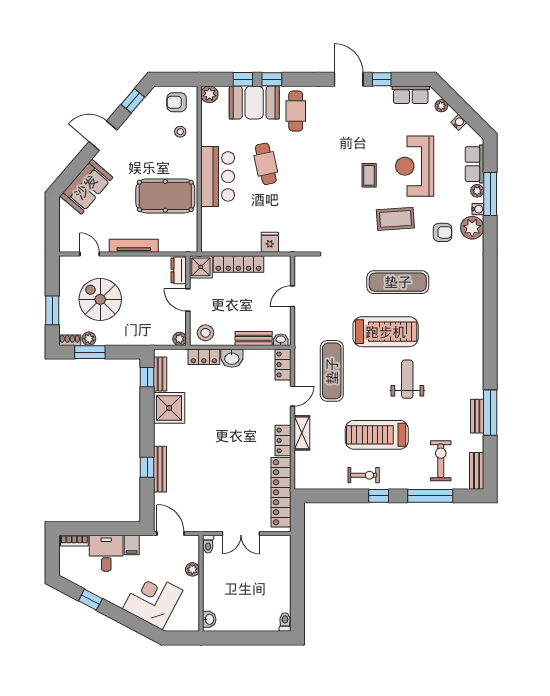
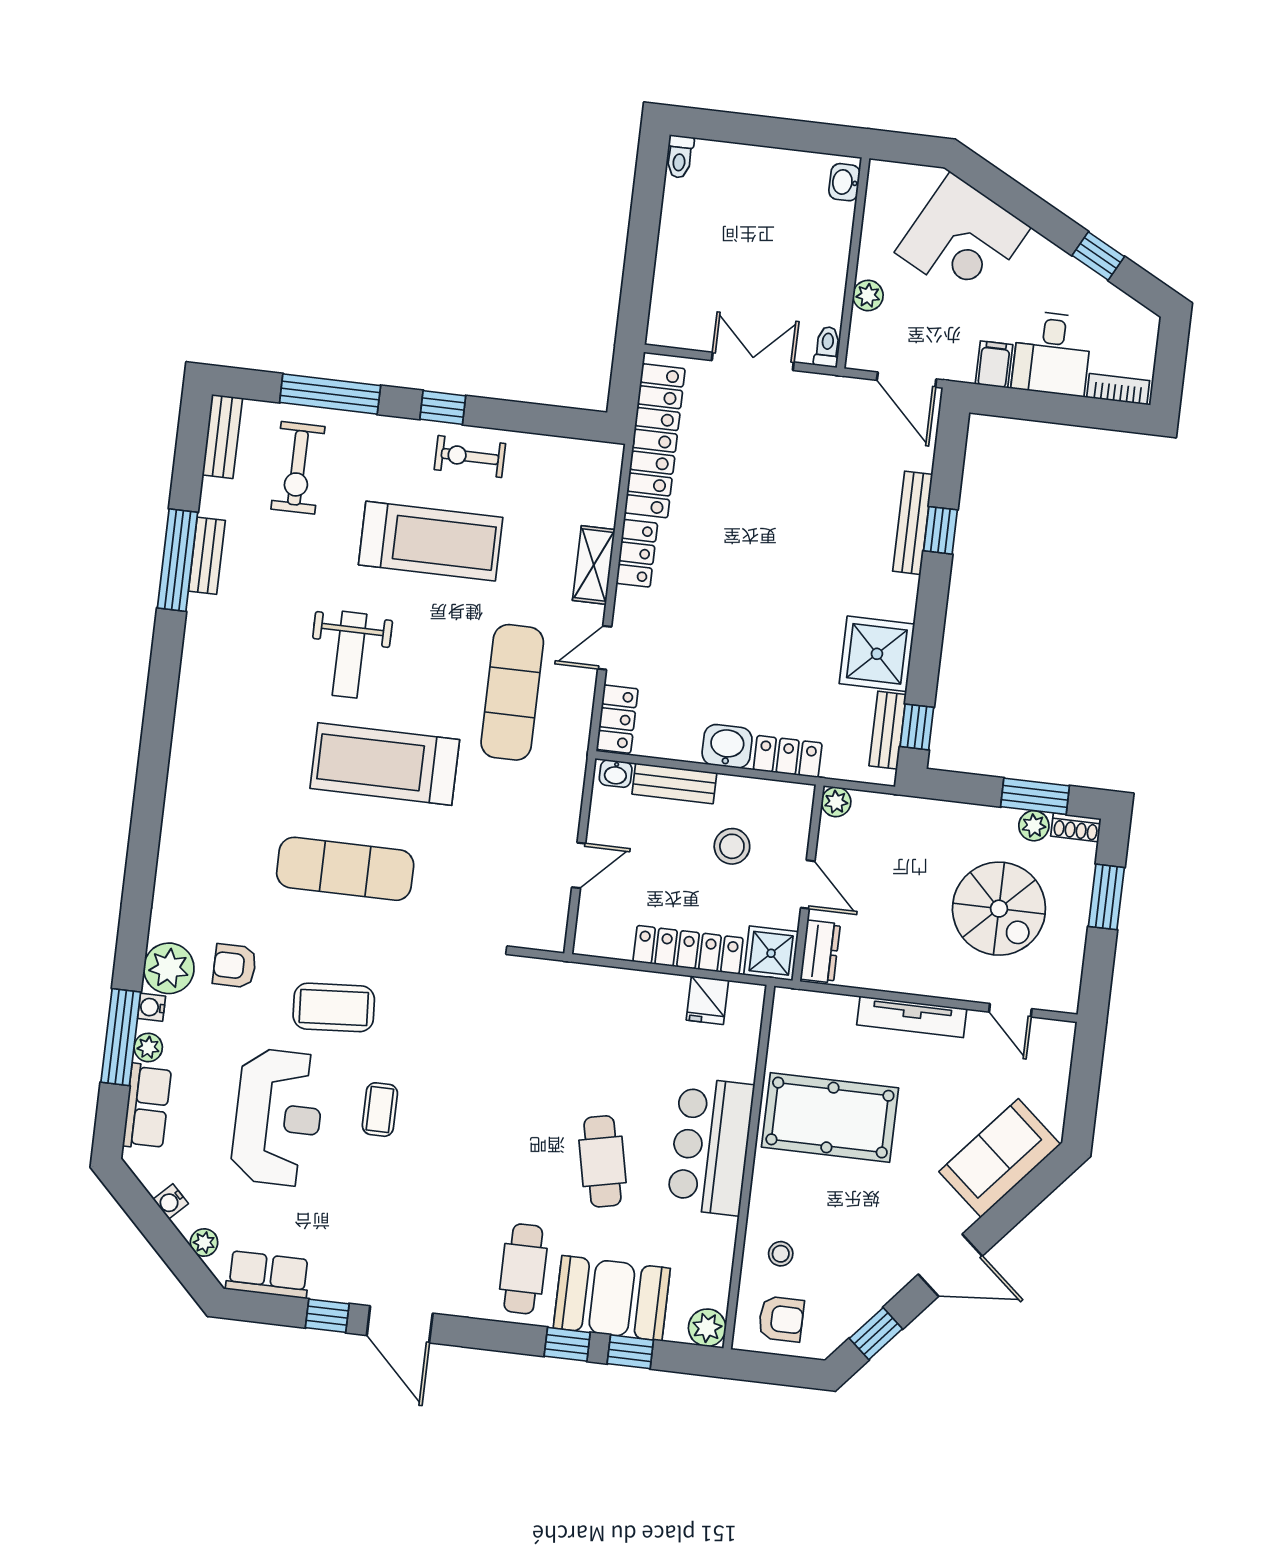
fridge: (270, 242) -> (707, 1000), moved
stool: (205, 333) -> (732, 846), moved

